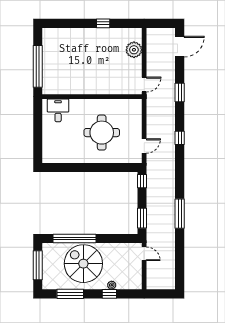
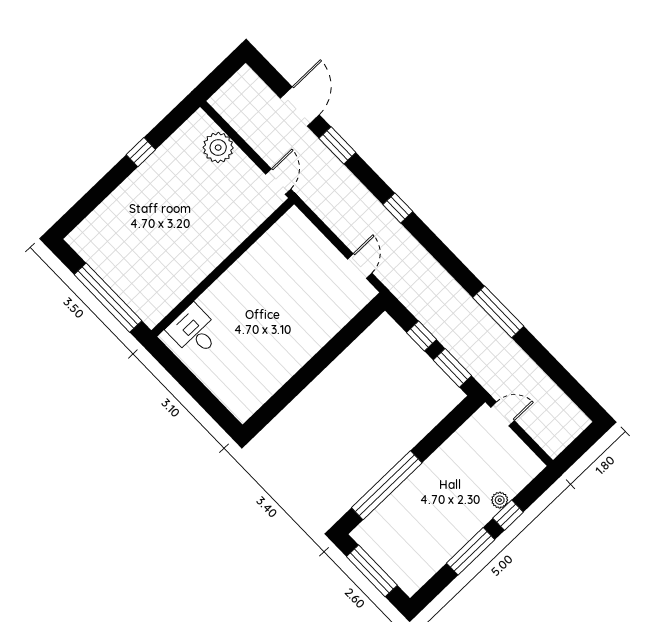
door: (180, 47) -> (300, 106), moved
round table: (102, 133) -> (284, 304), removed
window: (142, 181) -> (421, 336), moved
spiral stairs: (83, 264) -> (432, 508), removed
window: (70, 294) -> (471, 551), moved

